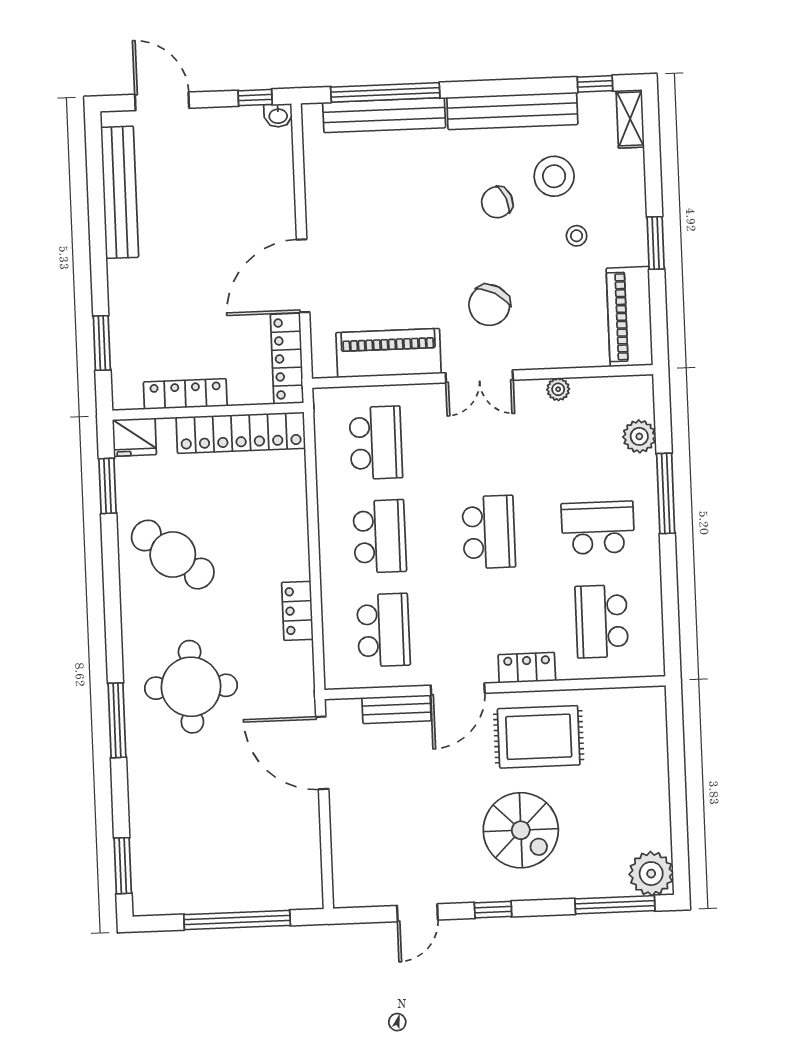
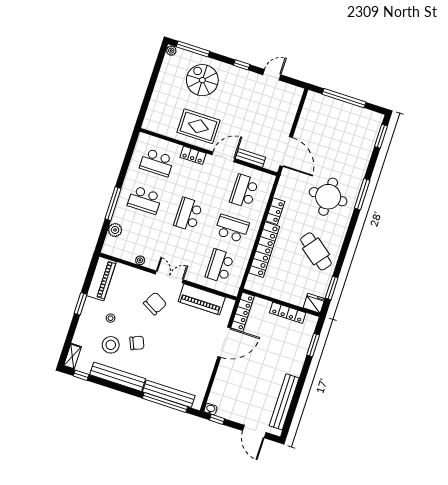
locker: (241, 433) -> (264, 250), moved, turned 90
school desk: (380, 536) -> (232, 228), turned 90
school desk: (602, 621) -> (157, 163), turned 90
spiral stairs: (521, 830) -> (202, 80), moved
plant: (651, 874) -> (171, 51), width x0.53, depth x0.53

